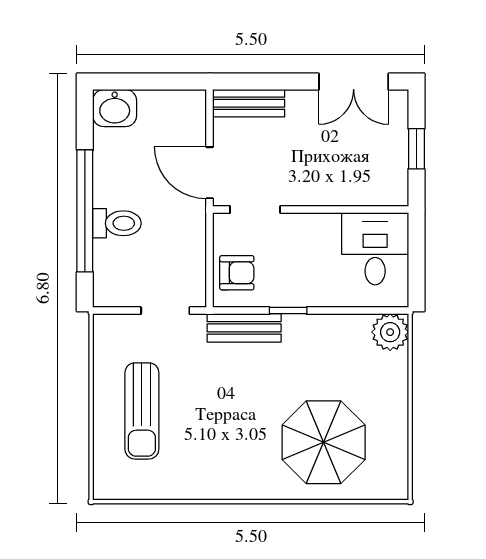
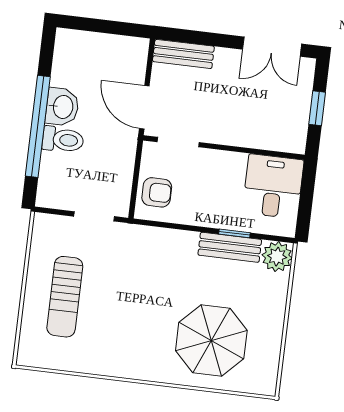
washbasin: (115, 108) -> (62, 107), moved, turned -90
window: (288, 311) -> (234, 233), moved
bench: (244, 328) -> (230, 247), moved

